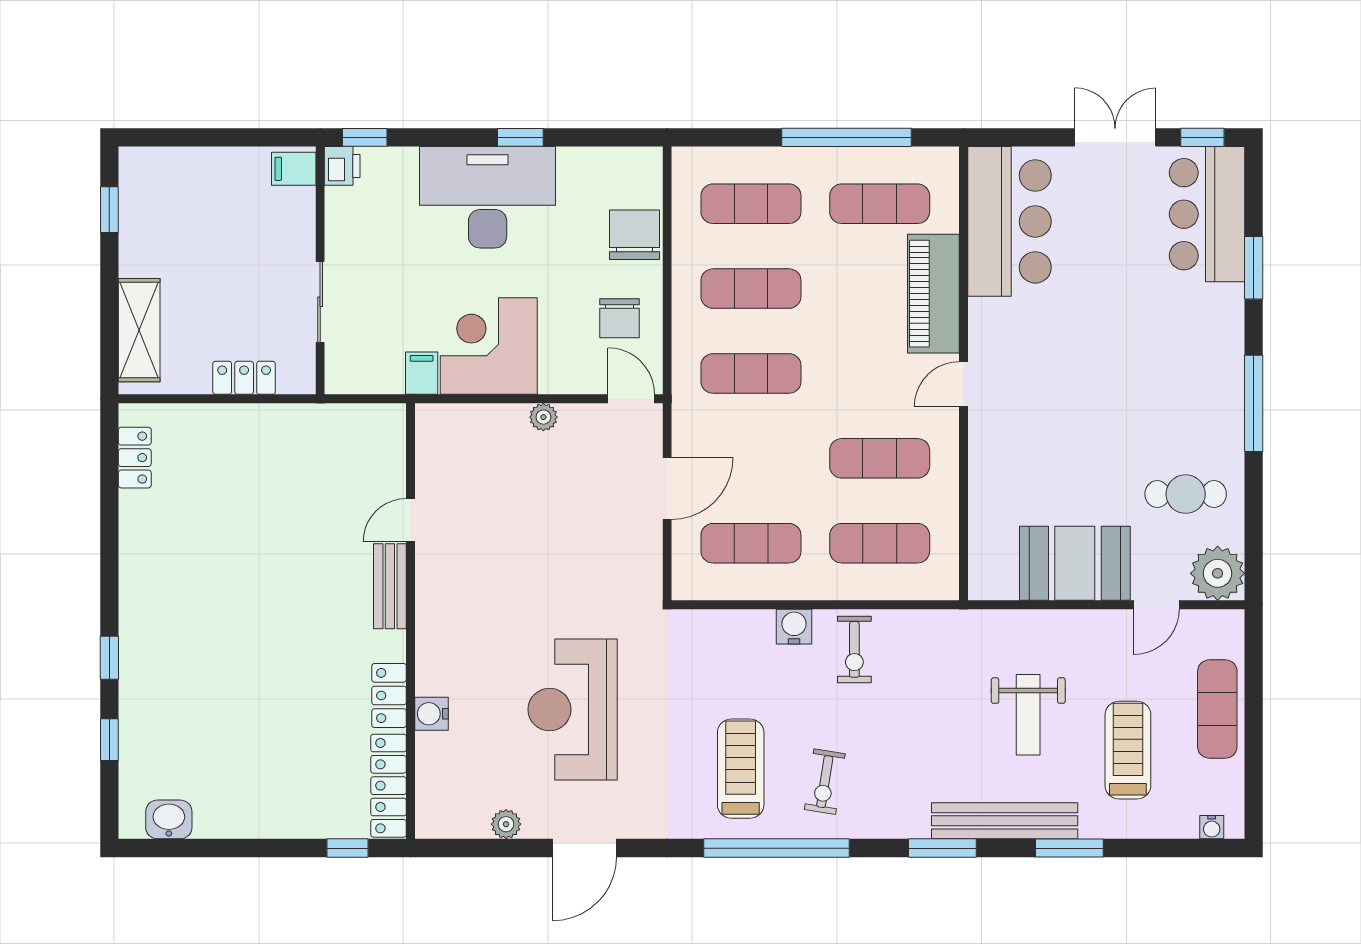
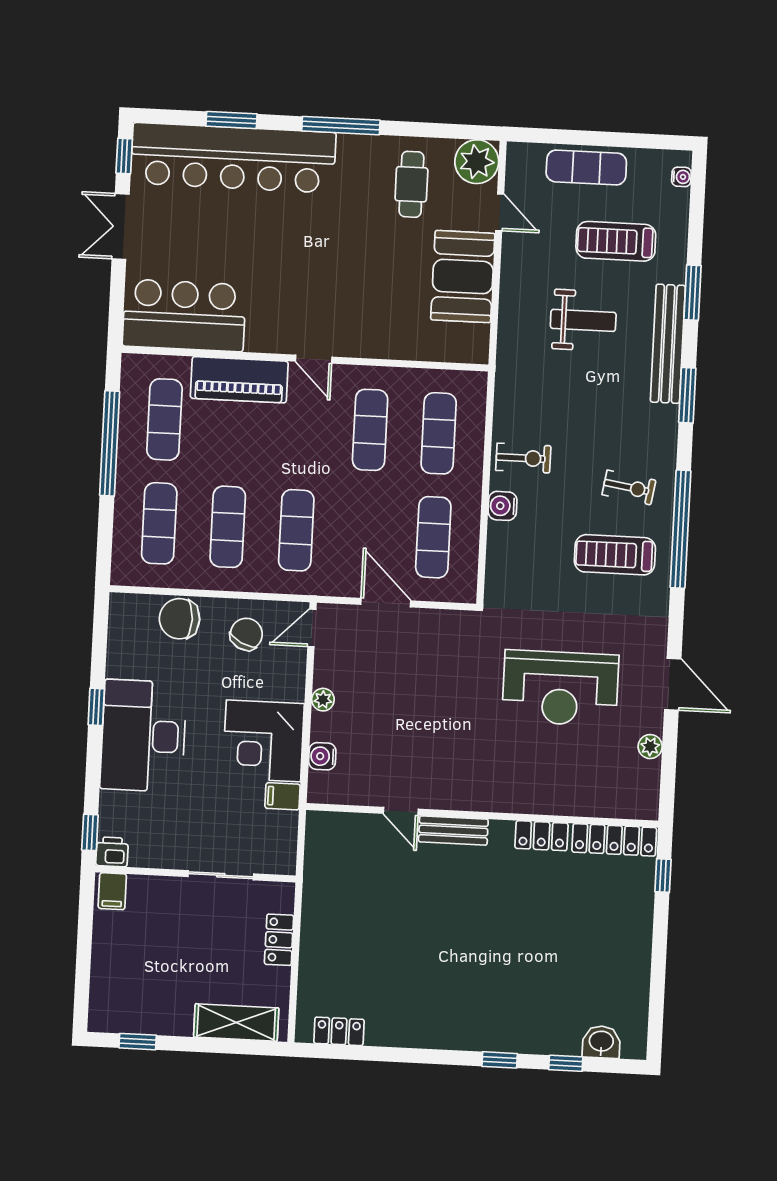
bar counter: (1207, 214) -> (233, 158), width x1.86
chair: (620, 318) -> (246, 634), turned -63
water cooler: (431, 714) -> (322, 756), moved, turned 90
washbasin: (169, 819) -> (601, 1042), moved, turned 90

